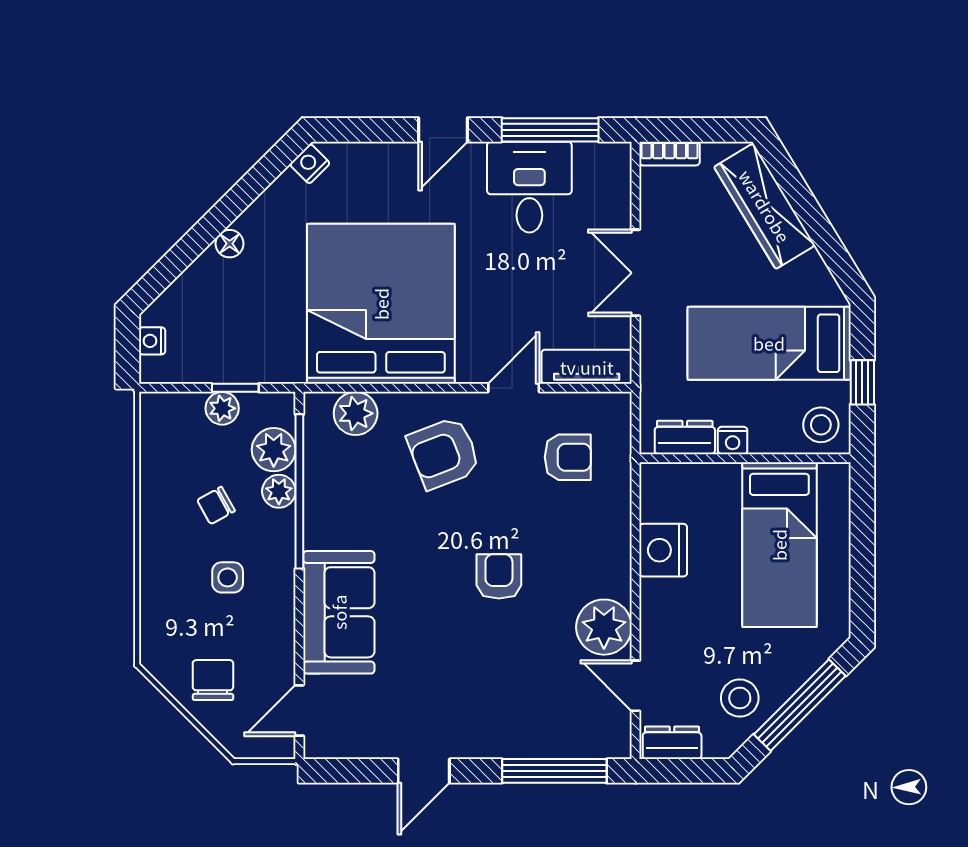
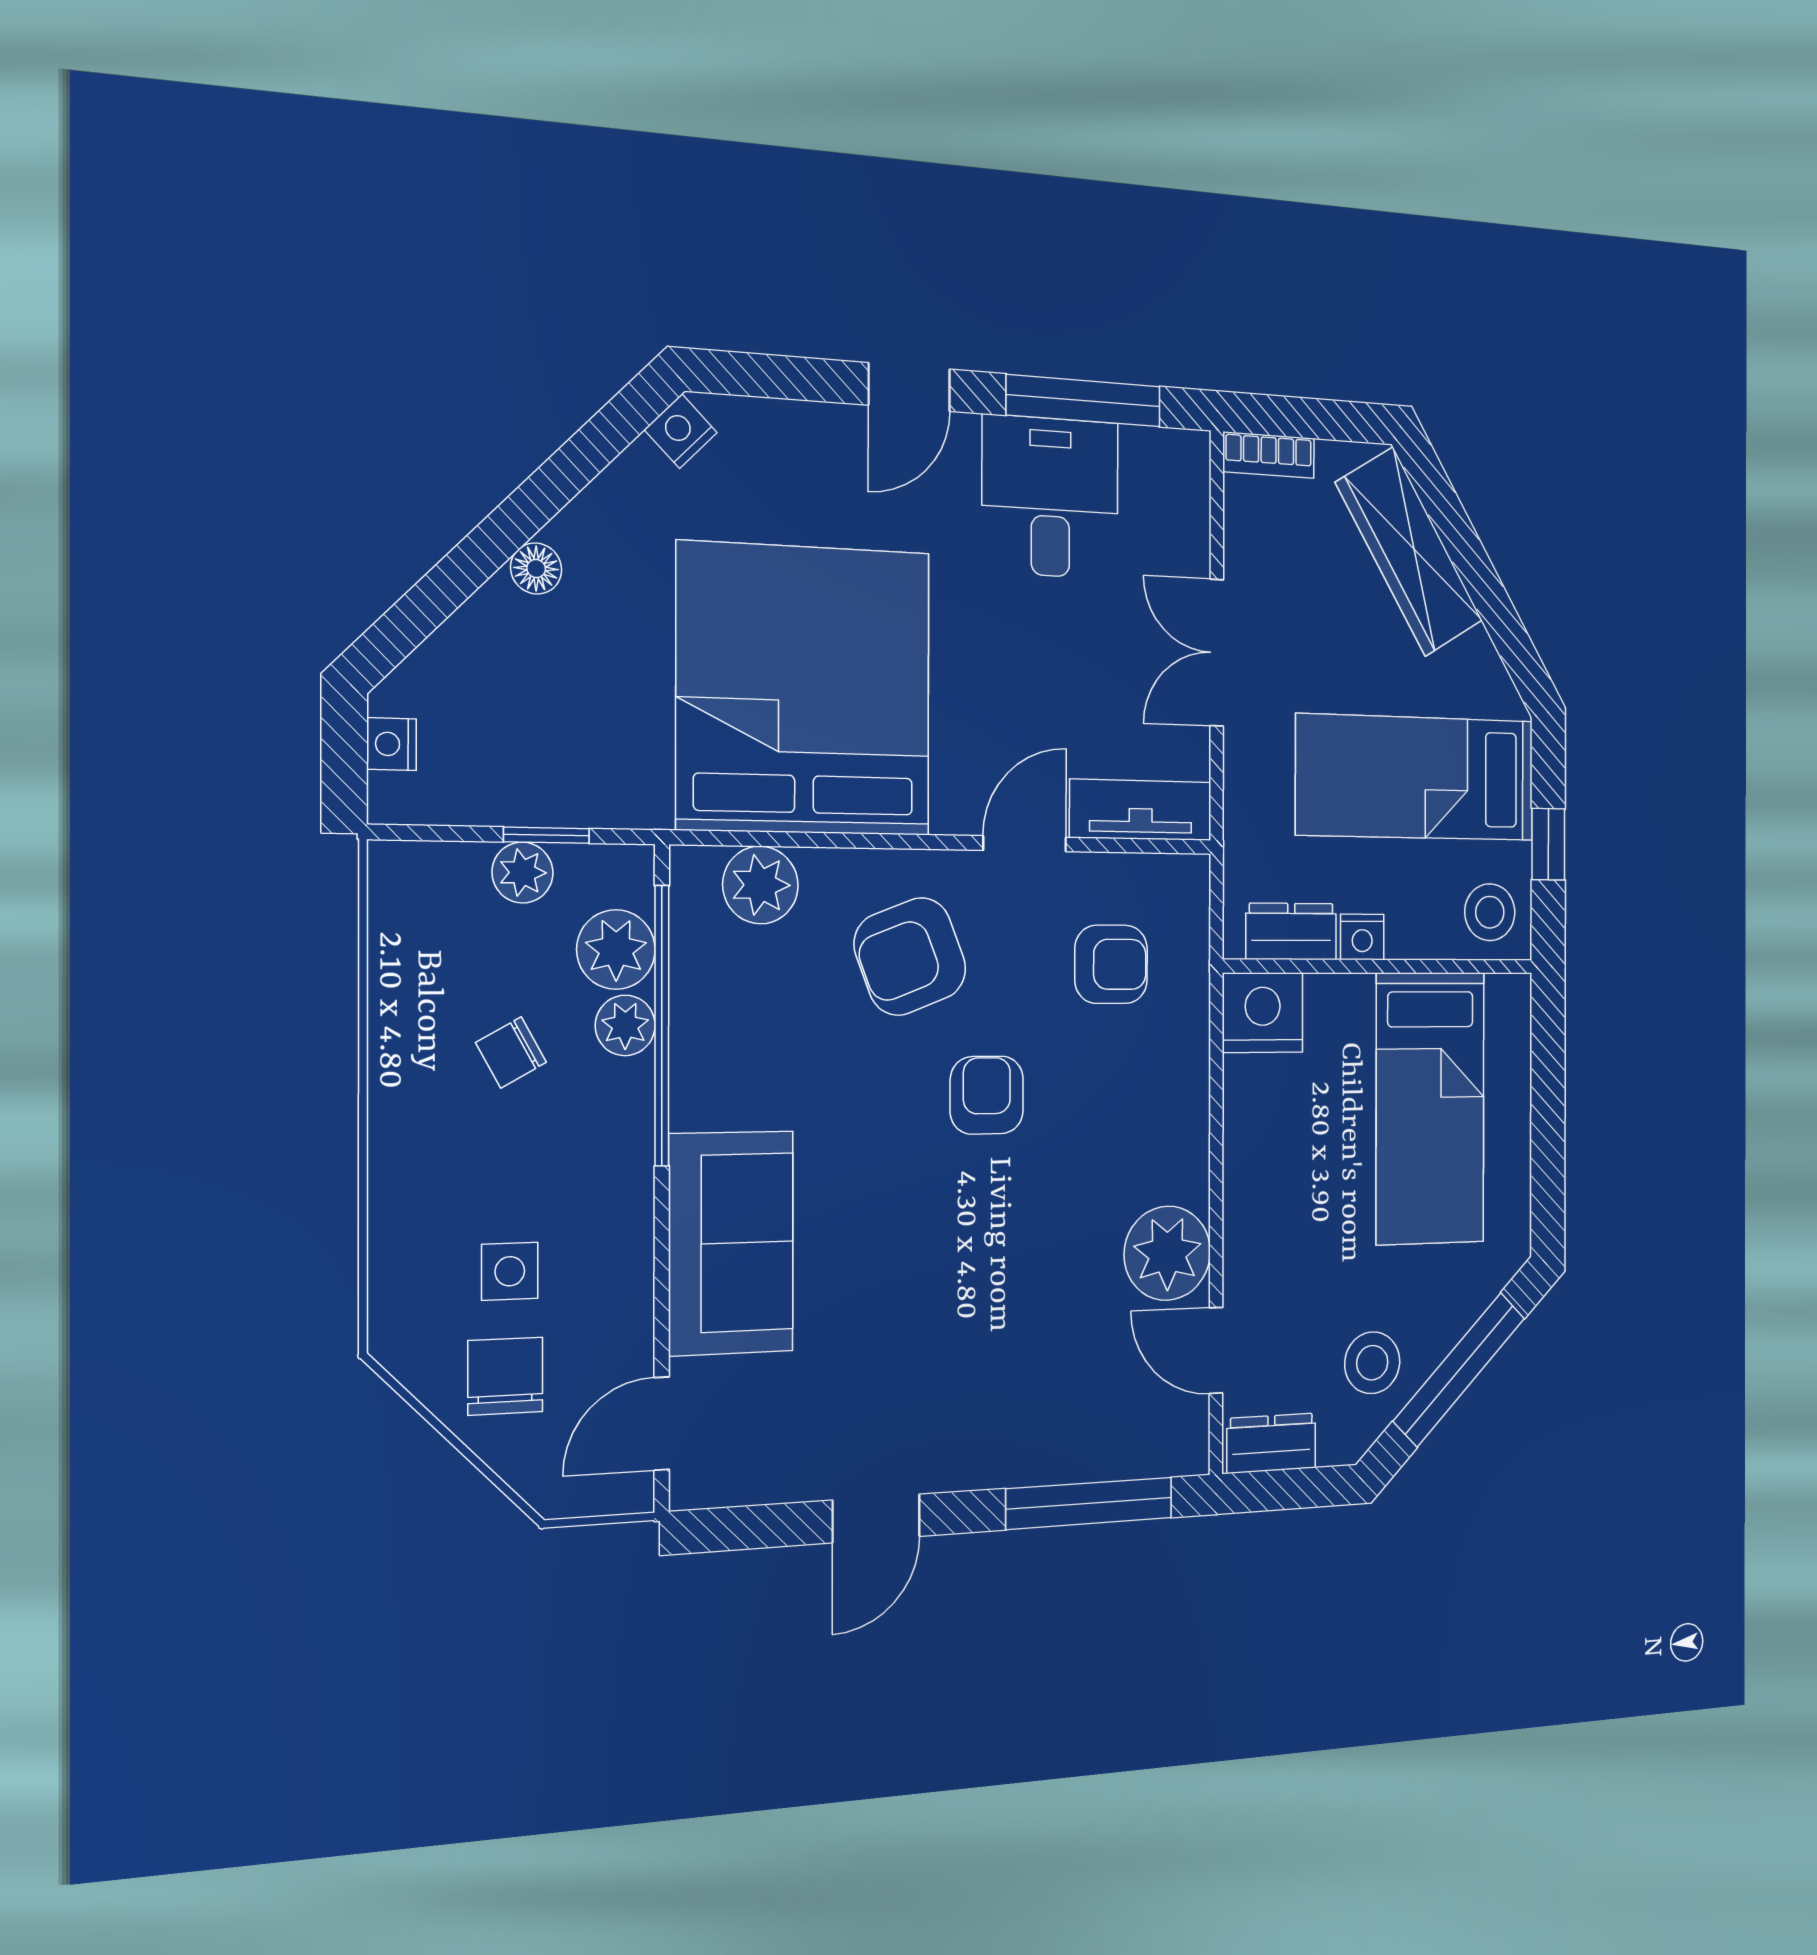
nightstand: (663, 550) -> (1263, 1013), moved, turned 90
armchair: (499, 576) -> (987, 1095), moved
side table: (228, 577) -> (510, 1271), moved

